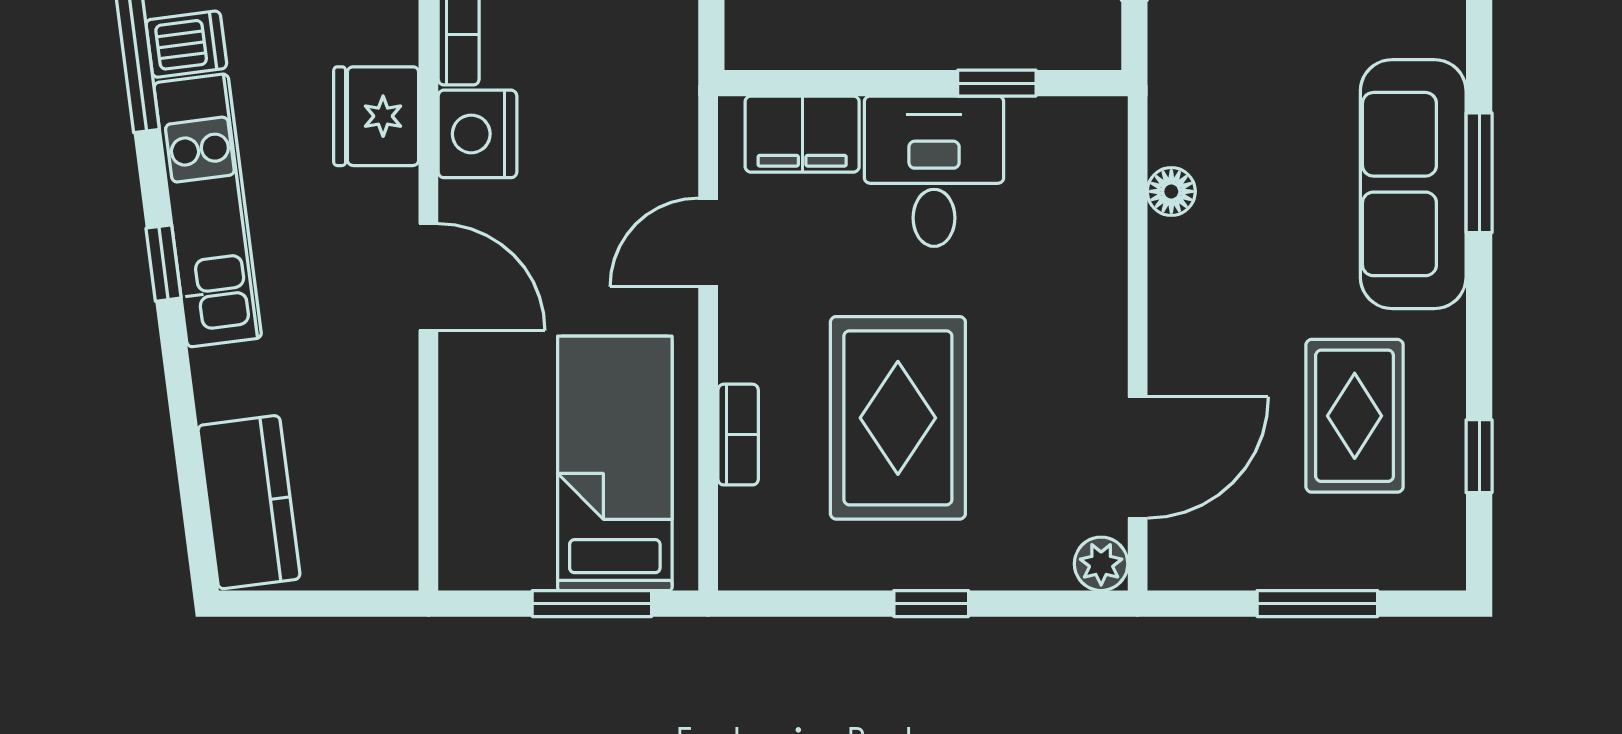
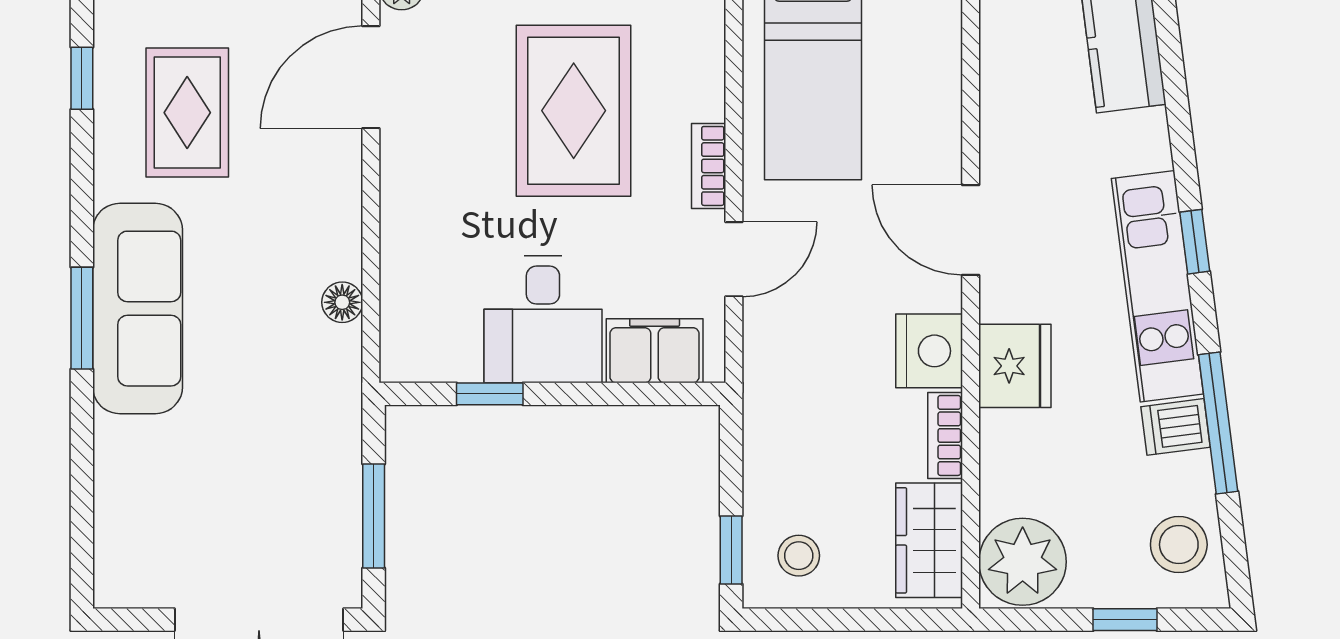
bookcase: (738, 435) -> (709, 166), moved

